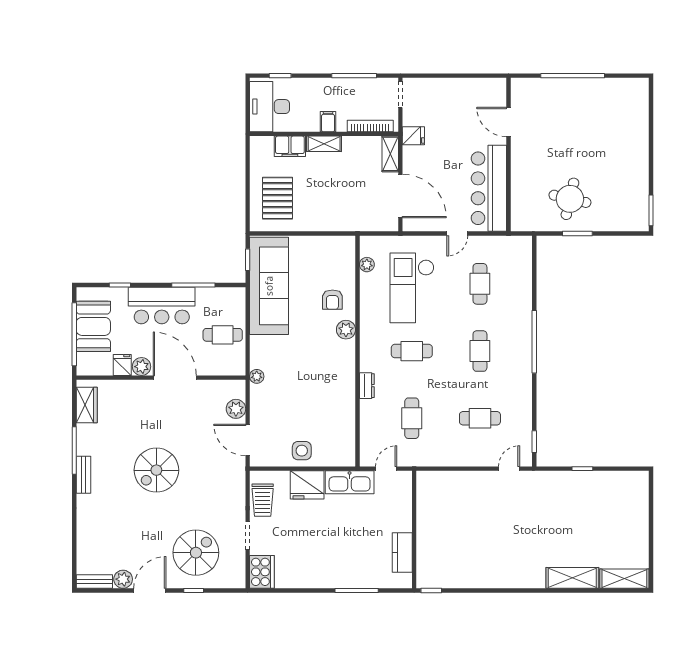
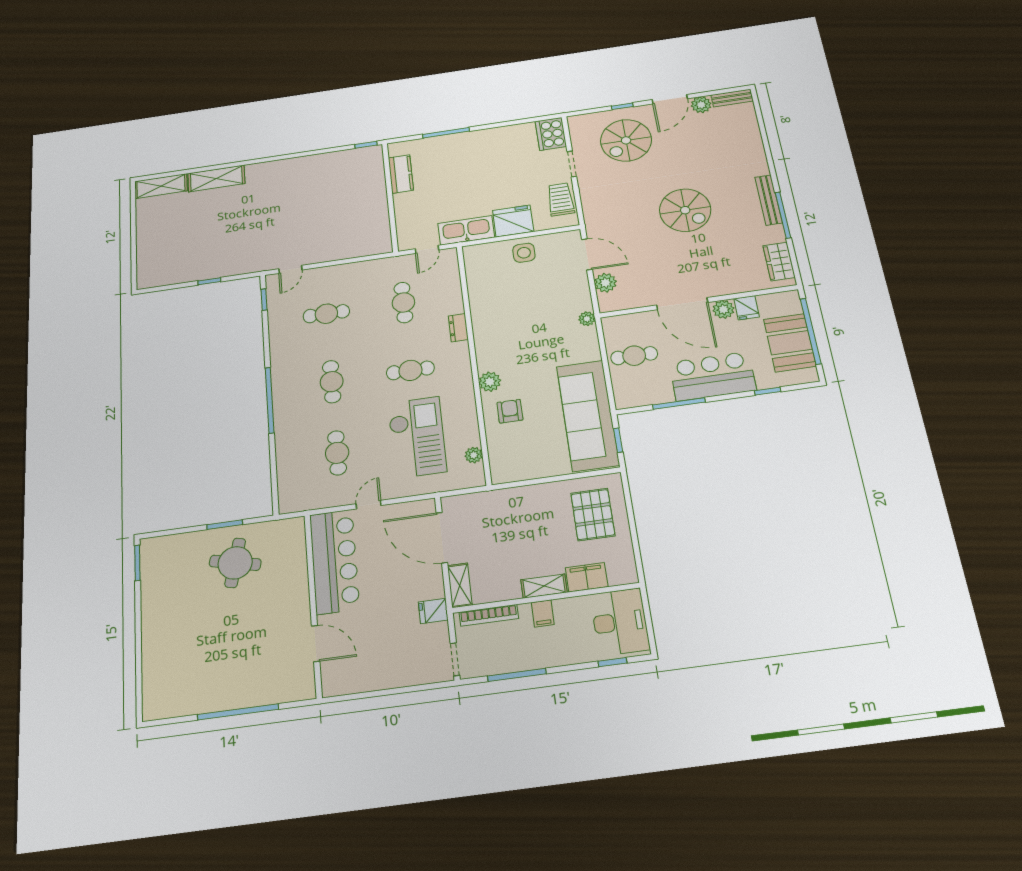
spiral stairs: (156, 470) -> (685, 210), turned 90
bench: (83, 475) -> (769, 200), width x1.36

